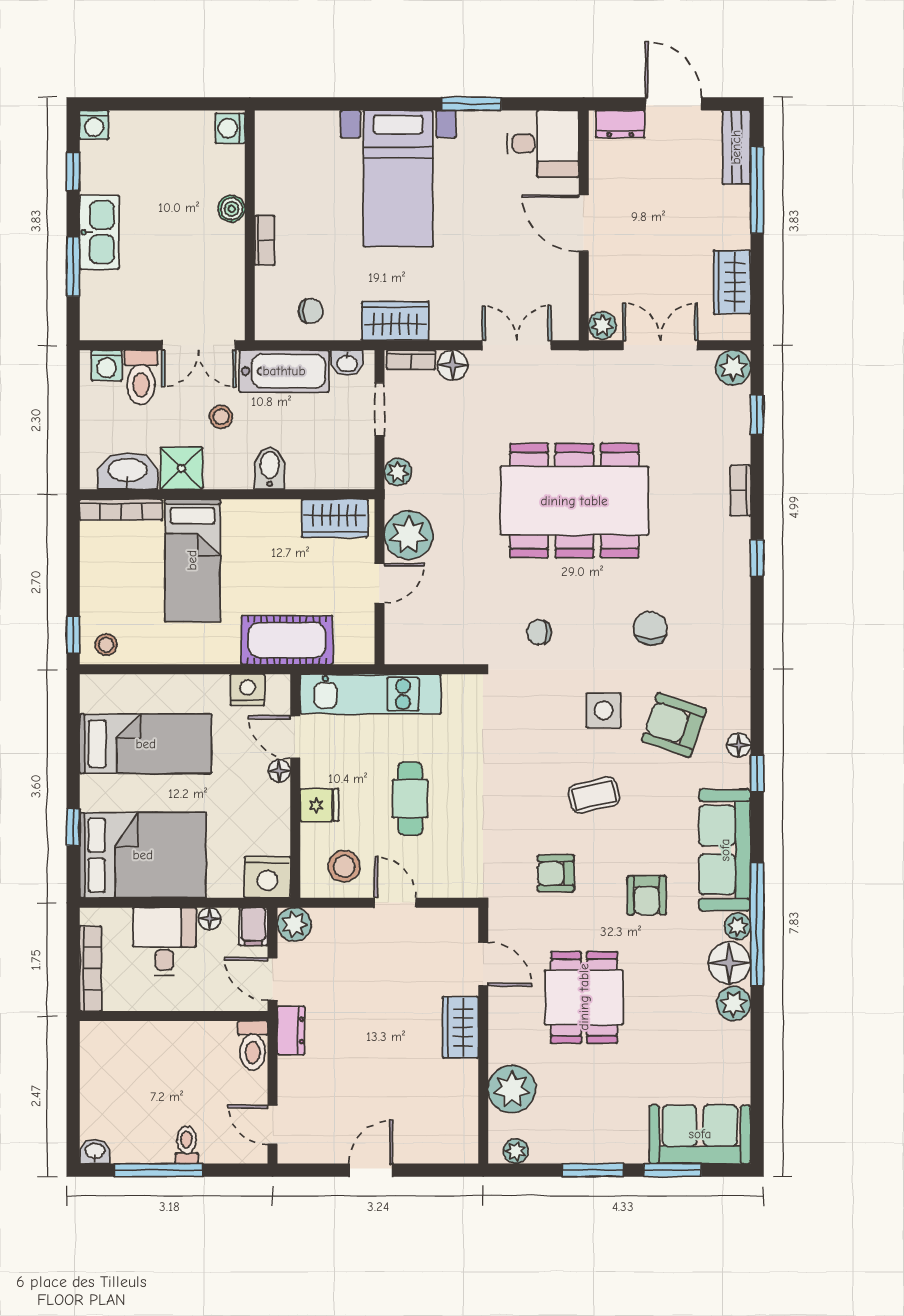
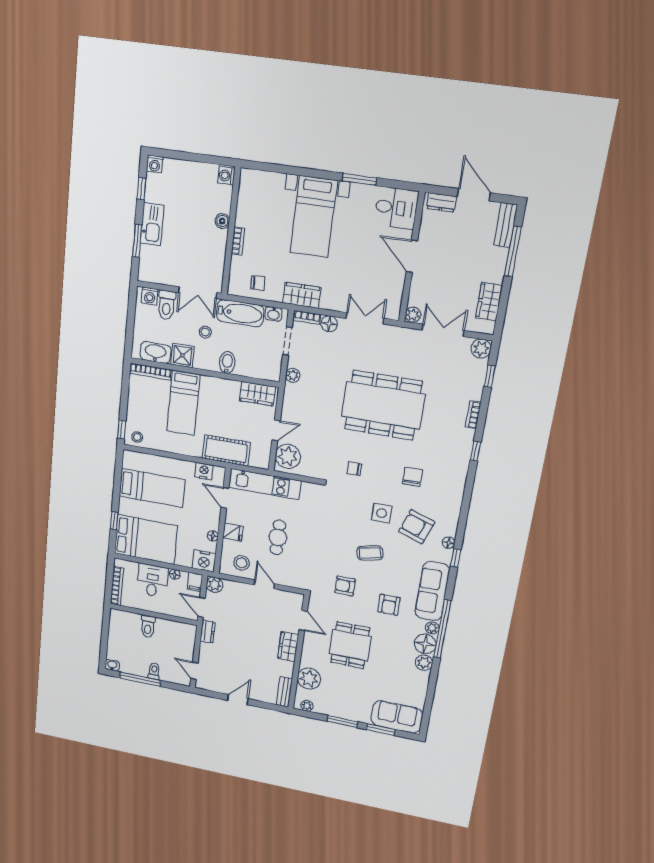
plant: (409, 535) -> (288, 456), moved
floor lamp: (279, 771) -> (213, 536), moved
toilet: (253, 1046) -> (148, 626), moved
bench: (466, 1130) -> (284, 692), added

